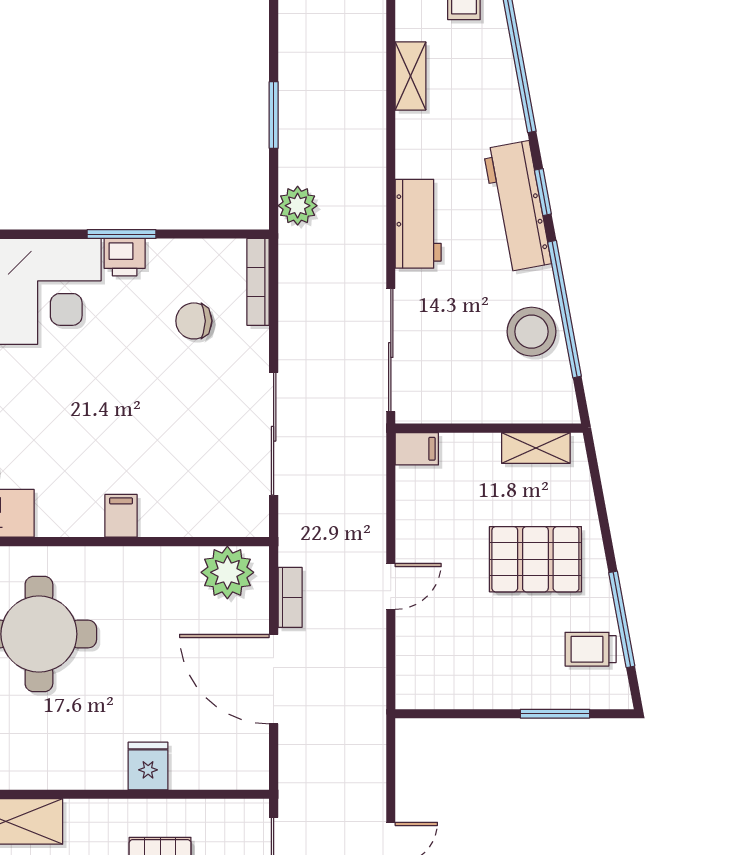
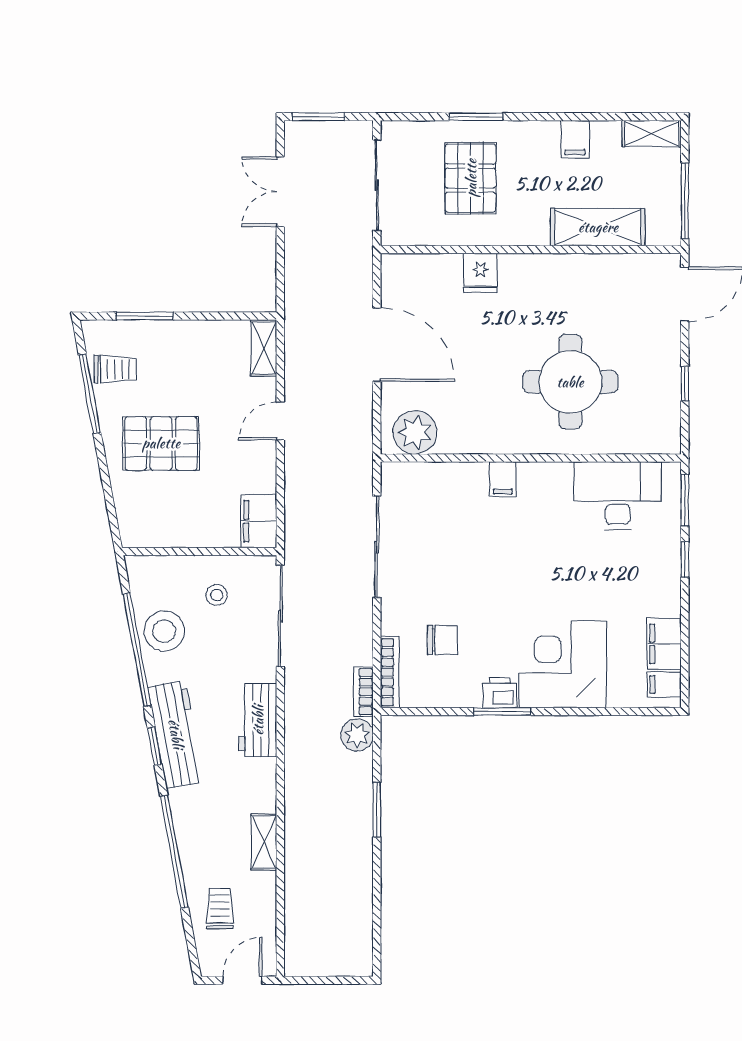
stool: (468, 375) -> (217, 595), added
shelving: (536, 448) -> (264, 348), moved, turned 90
filing cabinet: (417, 449) -> (259, 521), width x2.00
bookcase: (290, 597) -> (363, 692), moved

